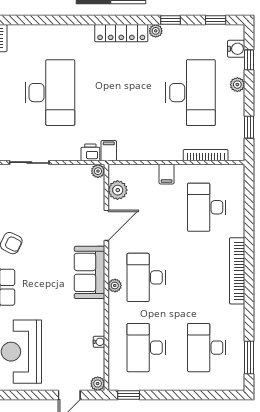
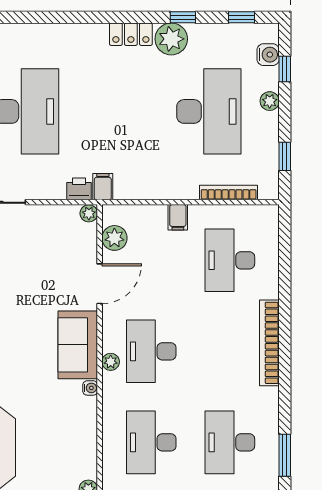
plant: (156, 31) -> (171, 39), width x1.87, depth x1.87
locker: (121, 33) -> (131, 34), width x0.66
water cooler: (99, 342) -> (90, 388), moved

